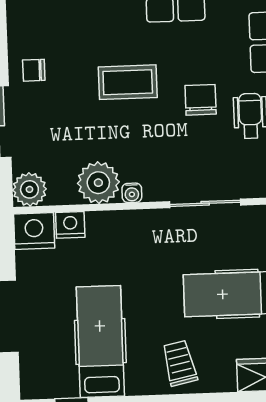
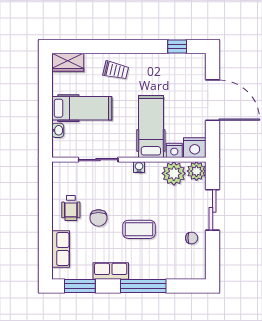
plant: (98, 183) -> (174, 173), moved
hospital bed: (100, 342) -> (151, 127), moved, turned 180
trolley: (180, 363) -> (116, 70), turned -65

